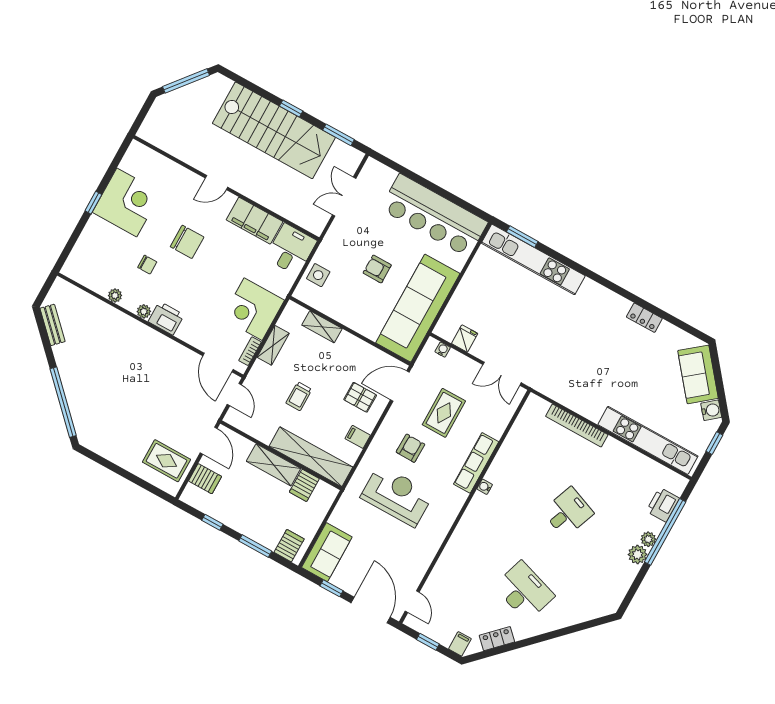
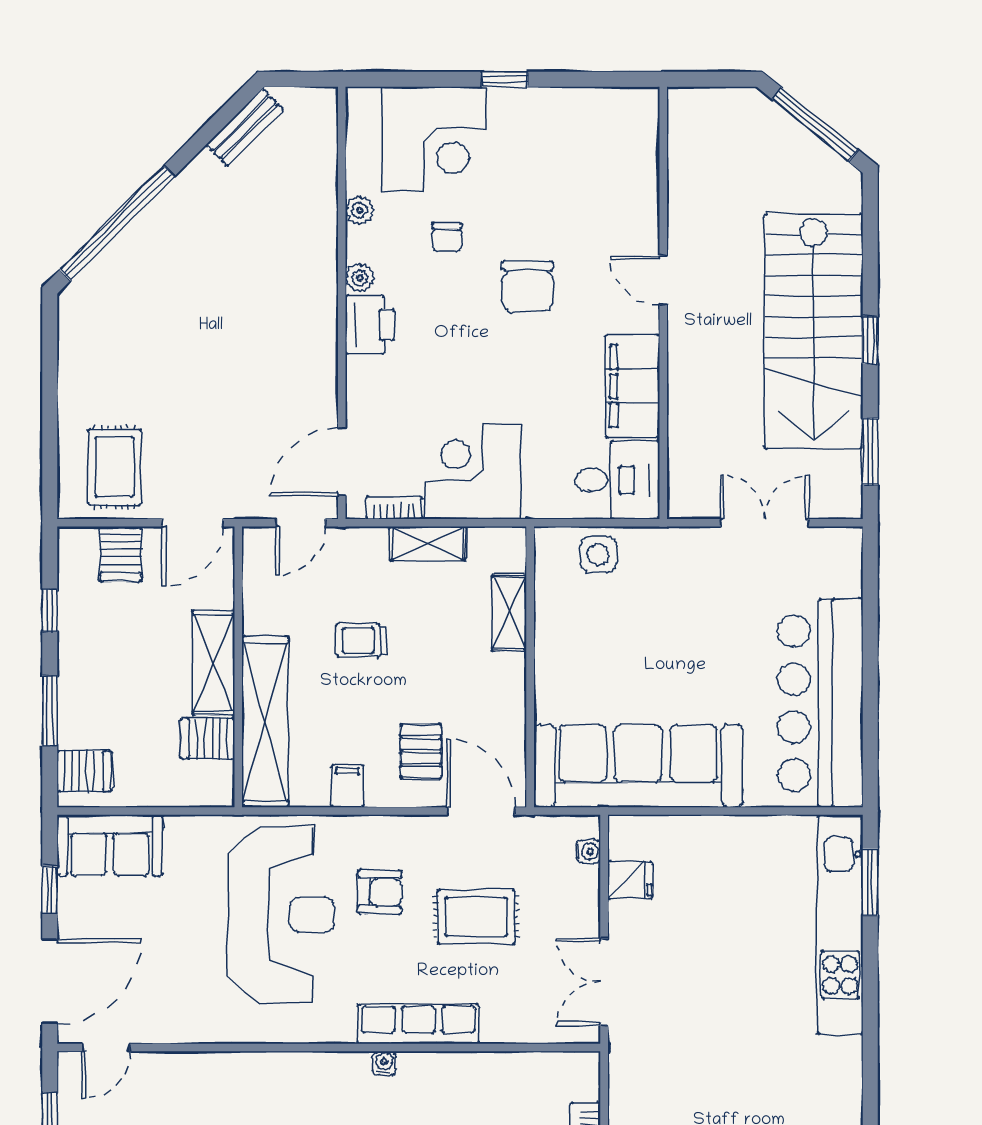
corner desk: (127, 203) -> (434, 139), moved
armchair: (377, 269) -> (668, 654), removed
reception desk: (397, 496) -> (281, 915), width x1.36, depth x1.30

